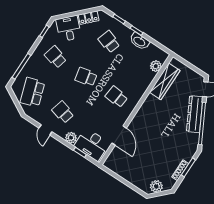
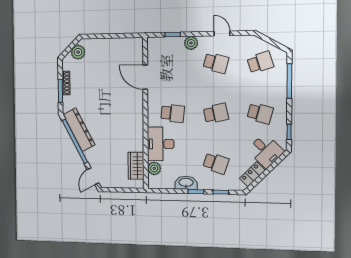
wardrobe: (165, 81) -> (136, 166), width x0.67
school desk: (32, 92) -> (260, 62), width x0.54
dresser: (195, 114) -> (79, 130), moved
desk: (92, 145) -> (161, 144), moved, turned -90

